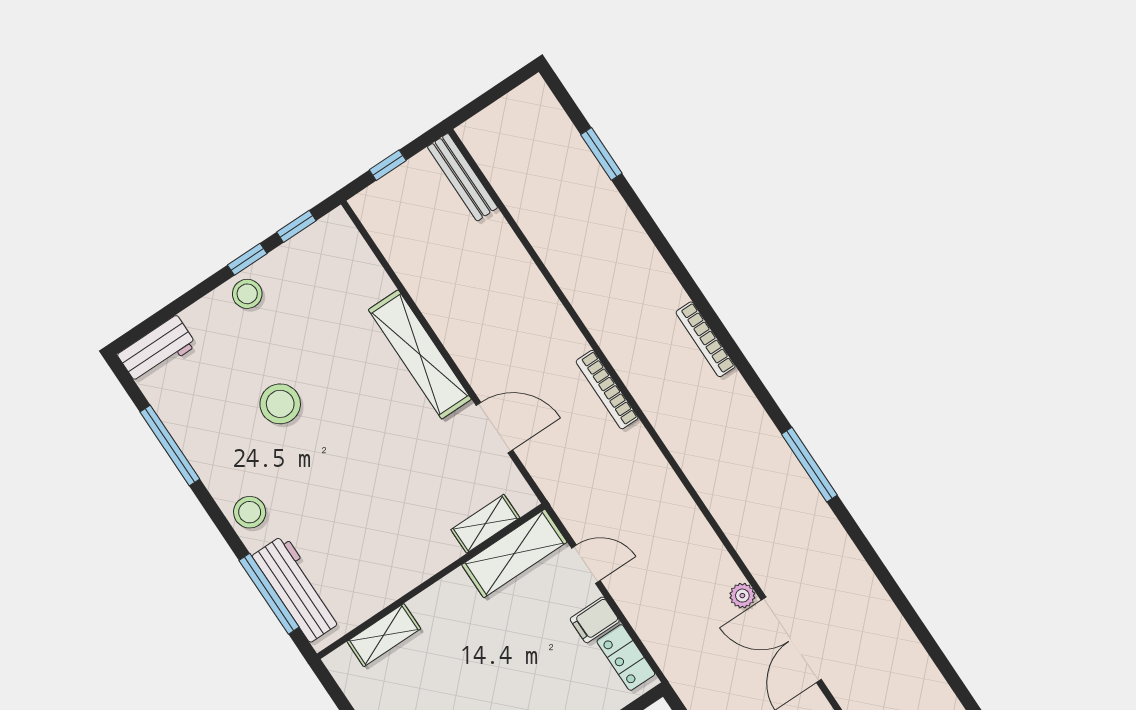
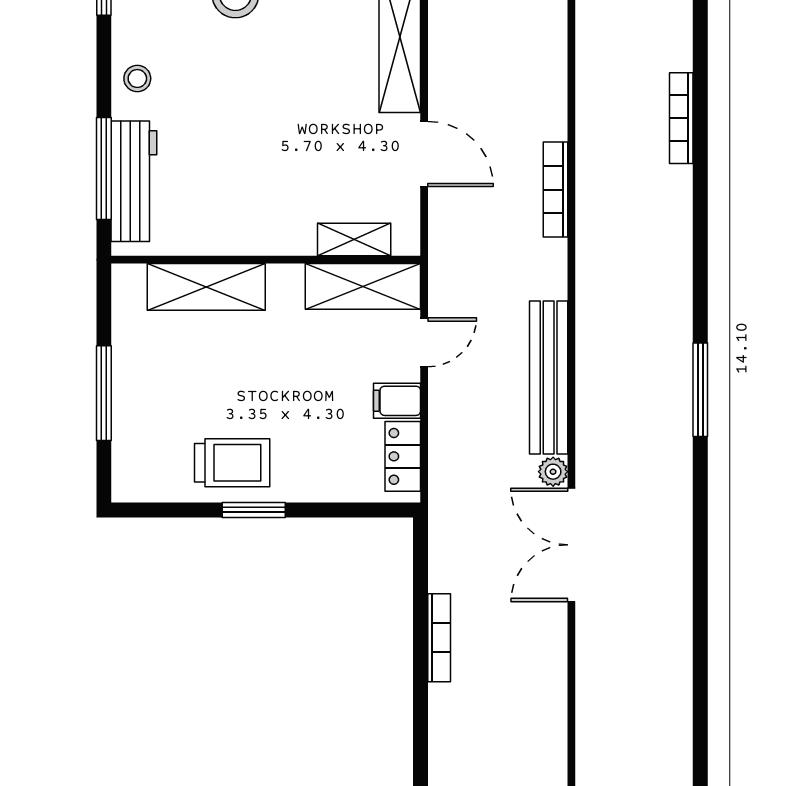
bookcase: (706, 339) -> (681, 118), moved
stool: (250, 512) -> (137, 78), width x0.73, depth x0.73
bench: (693, 529) -> (549, 377), added
door: (586, 564) -> (424, 342), hinge flipped
shelving: (384, 635) -> (206, 287), width x1.50, depth x1.33

